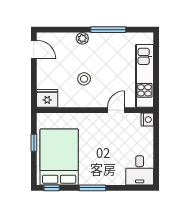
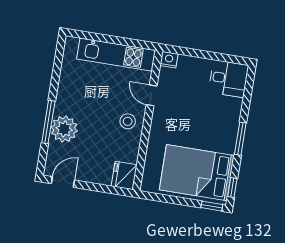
window: (108, 30) -> (48, 122), moved
plant: (82, 38) -> (64, 129), width x1.87, depth x1.87
stool: (84, 79) -> (128, 121), moved
window: (34, 143) -> (212, 206), moved

